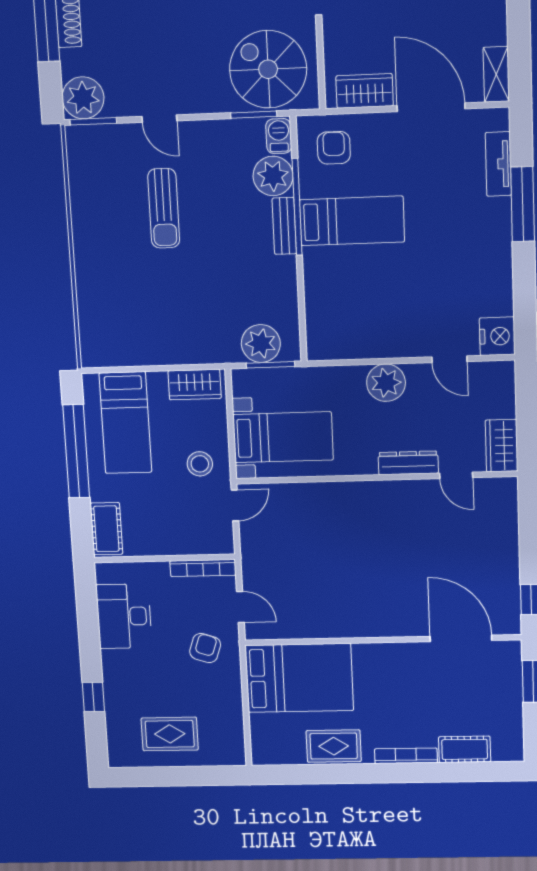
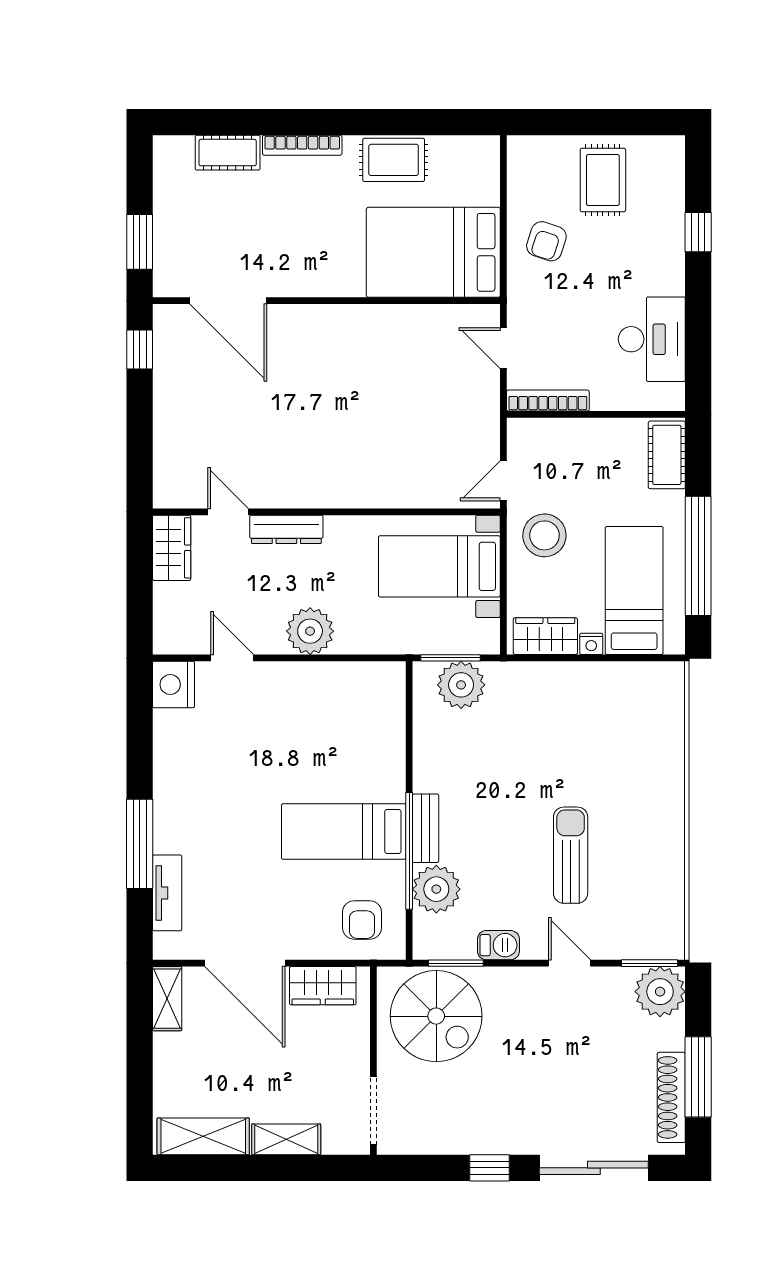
barbecue: (279, 136) -> (498, 945), moved, turned -90
nightstand: (157, 380) -> (591, 644), added
stool: (200, 464) -> (544, 535), width x1.38, depth x1.38
armchair: (205, 648) -> (546, 241), moved
rug: (170, 734) -> (603, 180), turned 90

